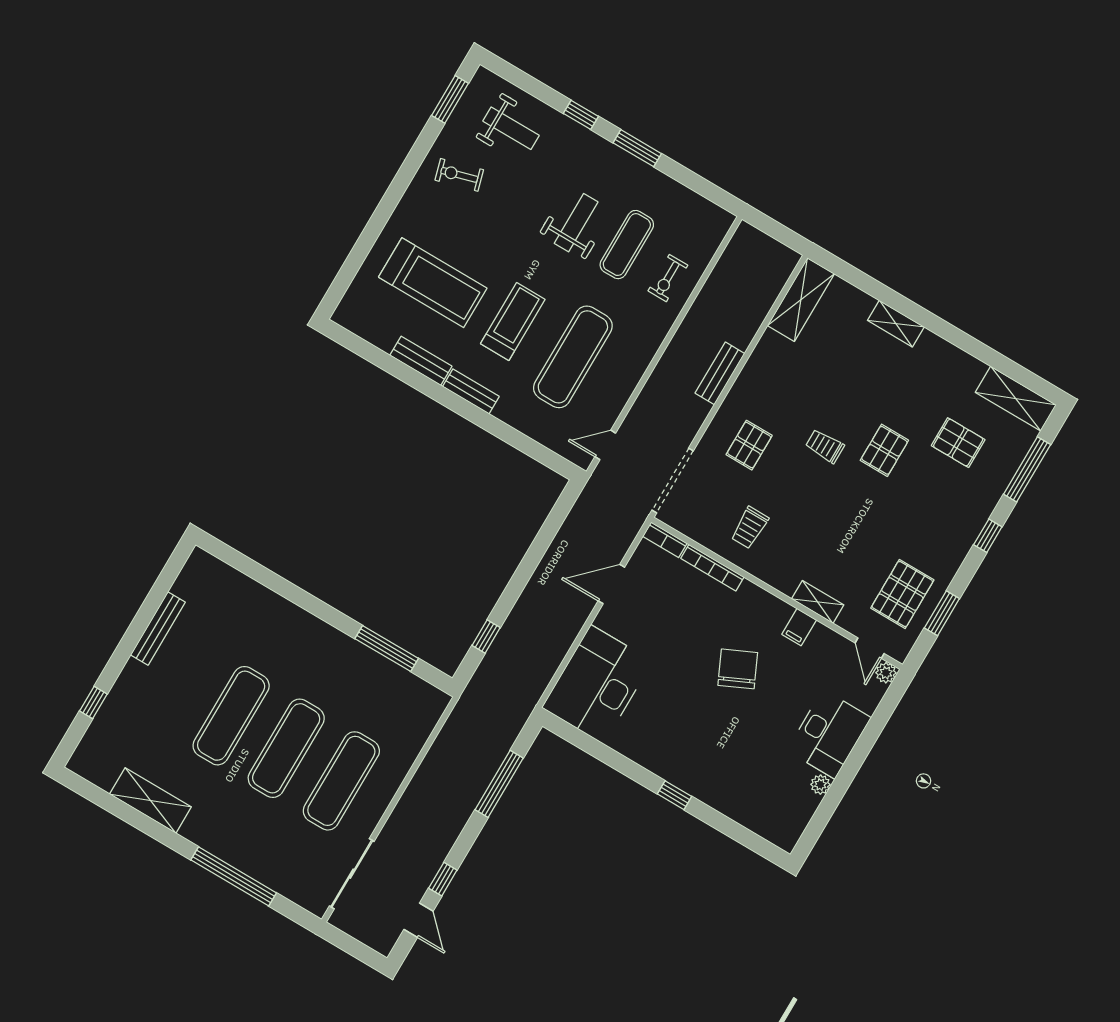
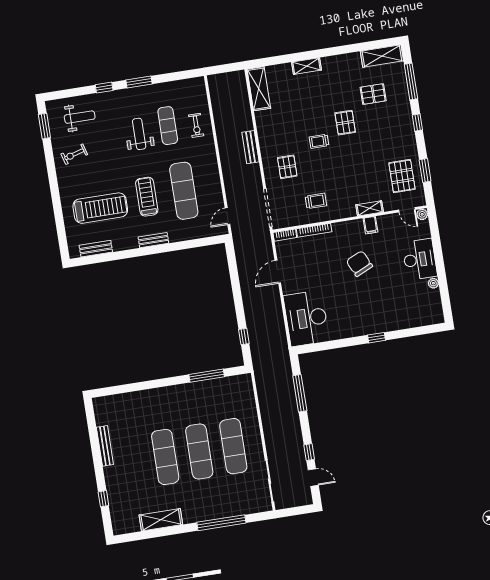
bench: (421, 361) -> (96, 249), moved
trolley: (750, 528) -> (316, 201), turned -90

